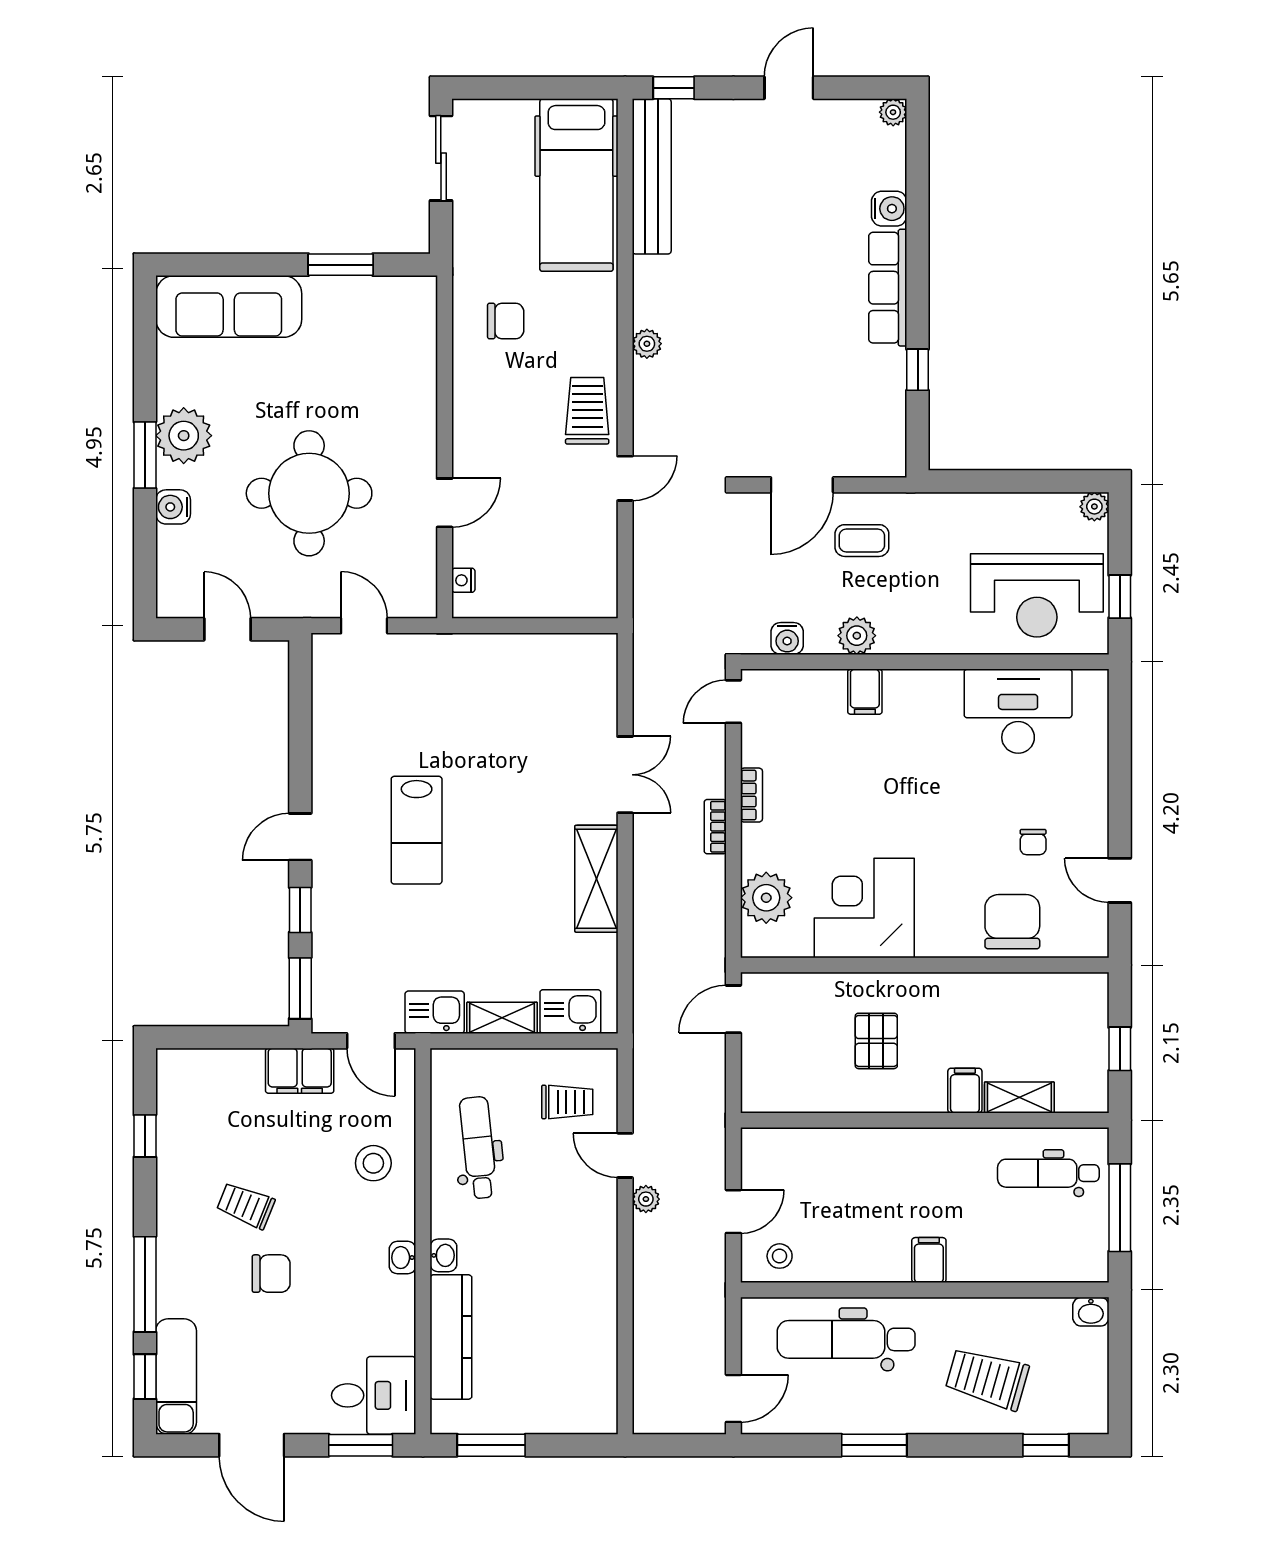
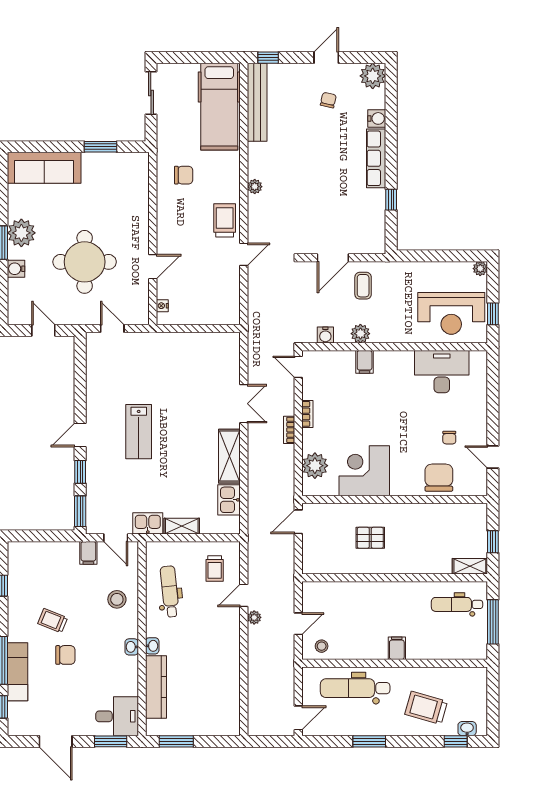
plant: (893, 112) -> (373, 76), width x1.87, depth x1.87
chair: (793, 172) -> (328, 100), added
coffee table: (862, 541) -> (363, 286), turned 90
door: (733, 702) -> (298, 367), hinge flipped
kitchen sink: (570, 1012) -> (229, 500), moved, turned -90
pallet: (876, 1041) -> (370, 538), turned 90
filing cabinet: (300, 1071) -> (88, 553), width x0.50
filing cabinet: (965, 1091) -> (415, 563), removed
shelving: (1019, 1097) -> (470, 566), moved
trolley: (567, 1102) -> (215, 569), turned 90
door: (625, 1155) -> (244, 595), hinge flipped
washbasin: (1091, 1312) -> (467, 729), moved, turned 180
exam couch: (176, 1377) -> (18, 672), moved

